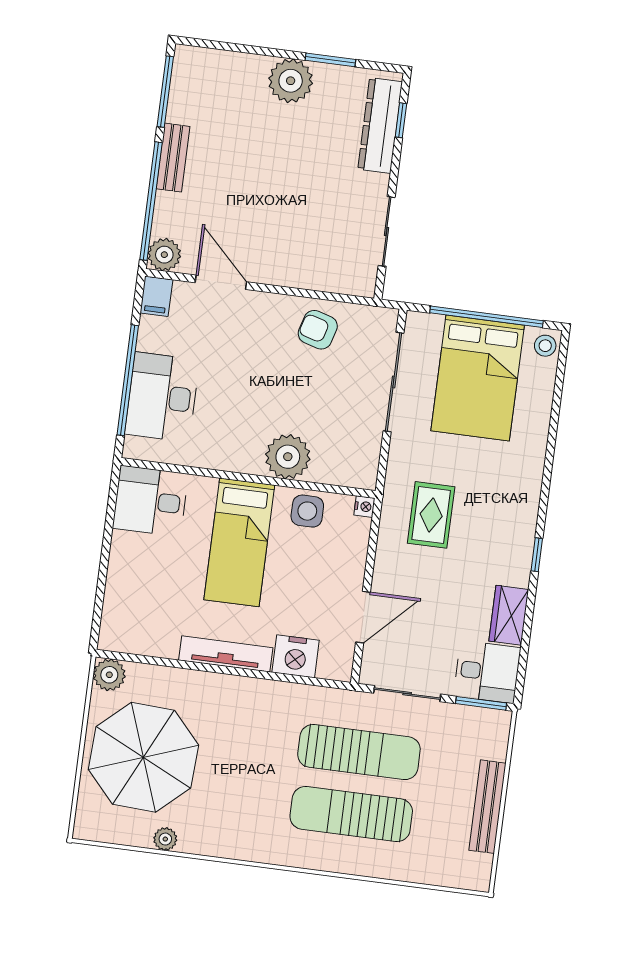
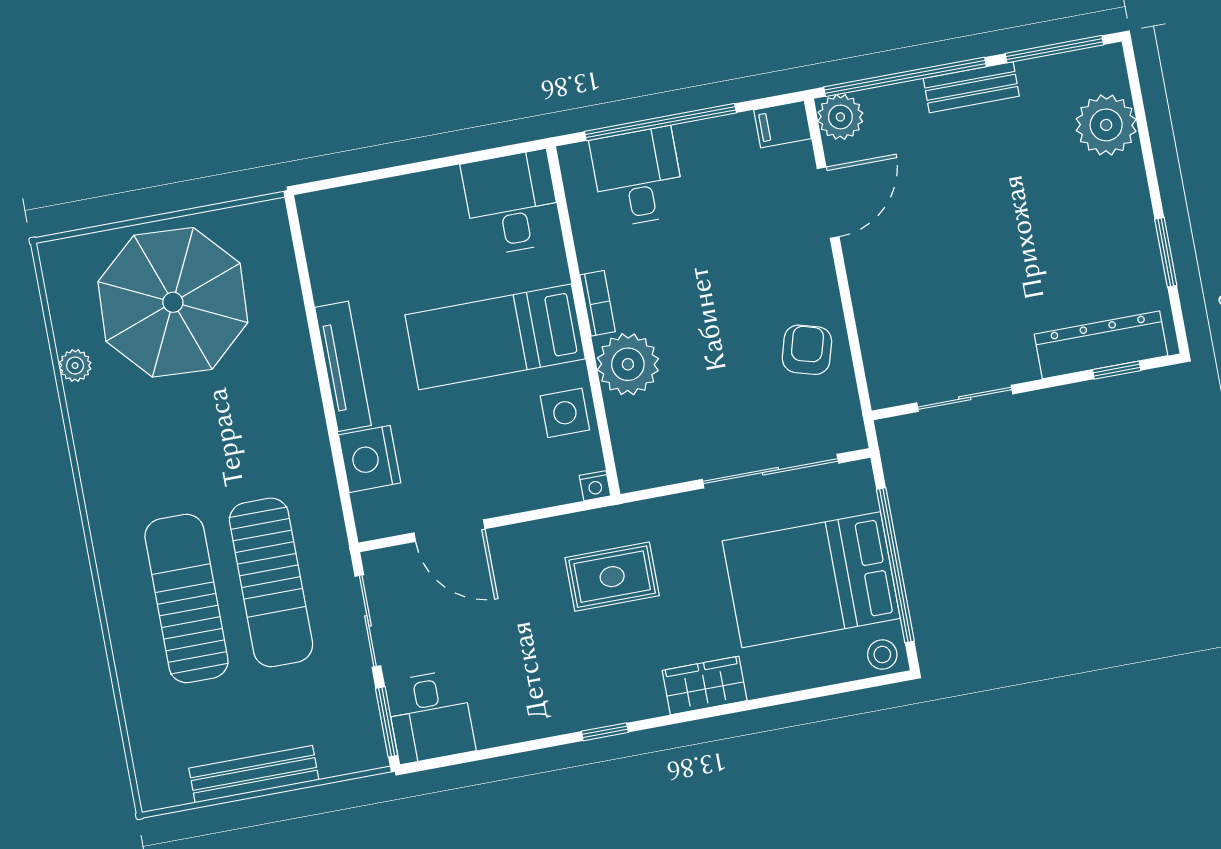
plant: (291, 81) -> (1106, 125), moved
desk: (162, 397) -> (638, 177), width x0.73
bookcase: (239, 464) -> (598, 303), added
wardrobe: (509, 615) -> (705, 685), moved
plant: (109, 675) -> (267, 223), removed

